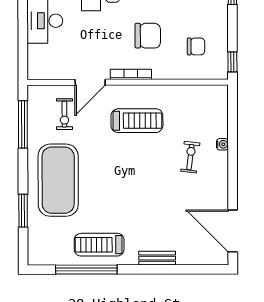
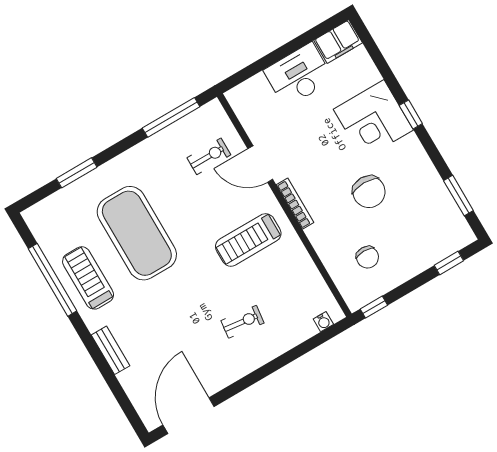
chair: (148, 36) -> (369, 192), moved
exercise bike: (64, 114) -> (209, 156), turned 180
treadmill: (137, 121) -> (248, 240), turned 90
water cooler: (222, 144) -> (323, 322), moved
exercise mat: (58, 180) -> (137, 233), moved, turned 90

